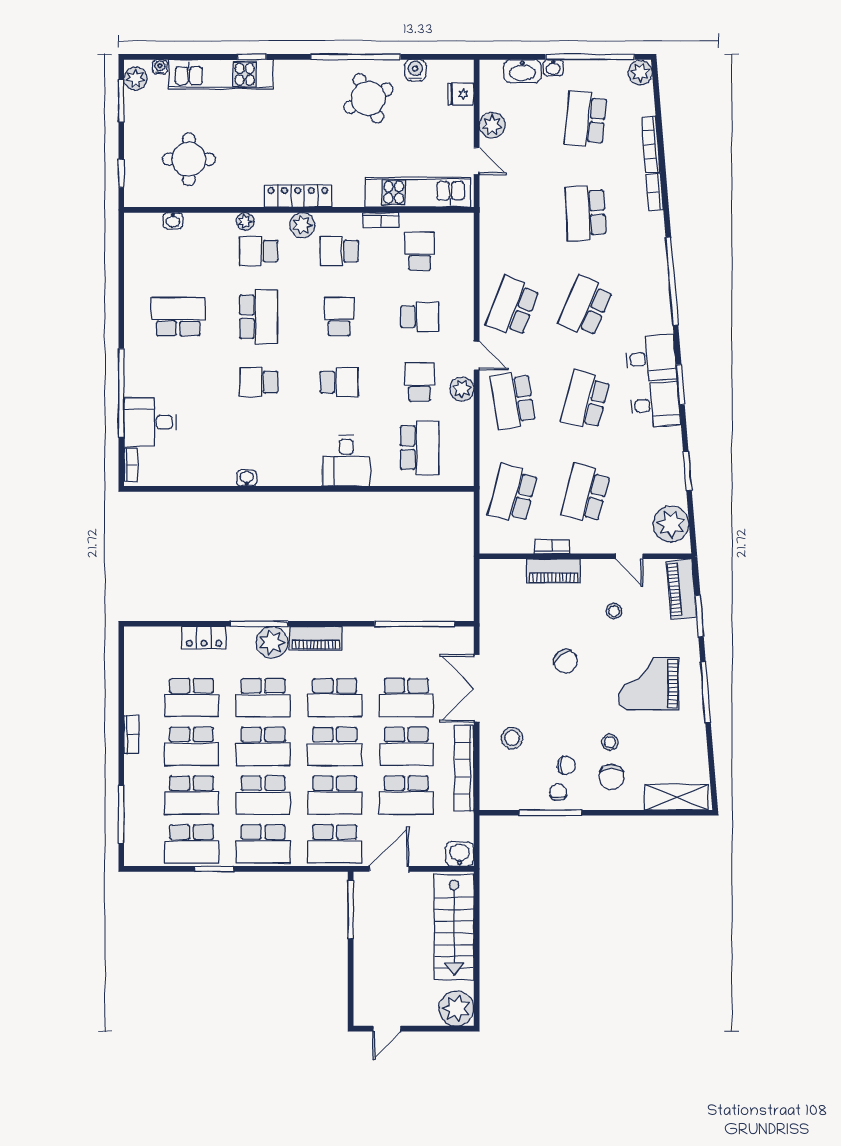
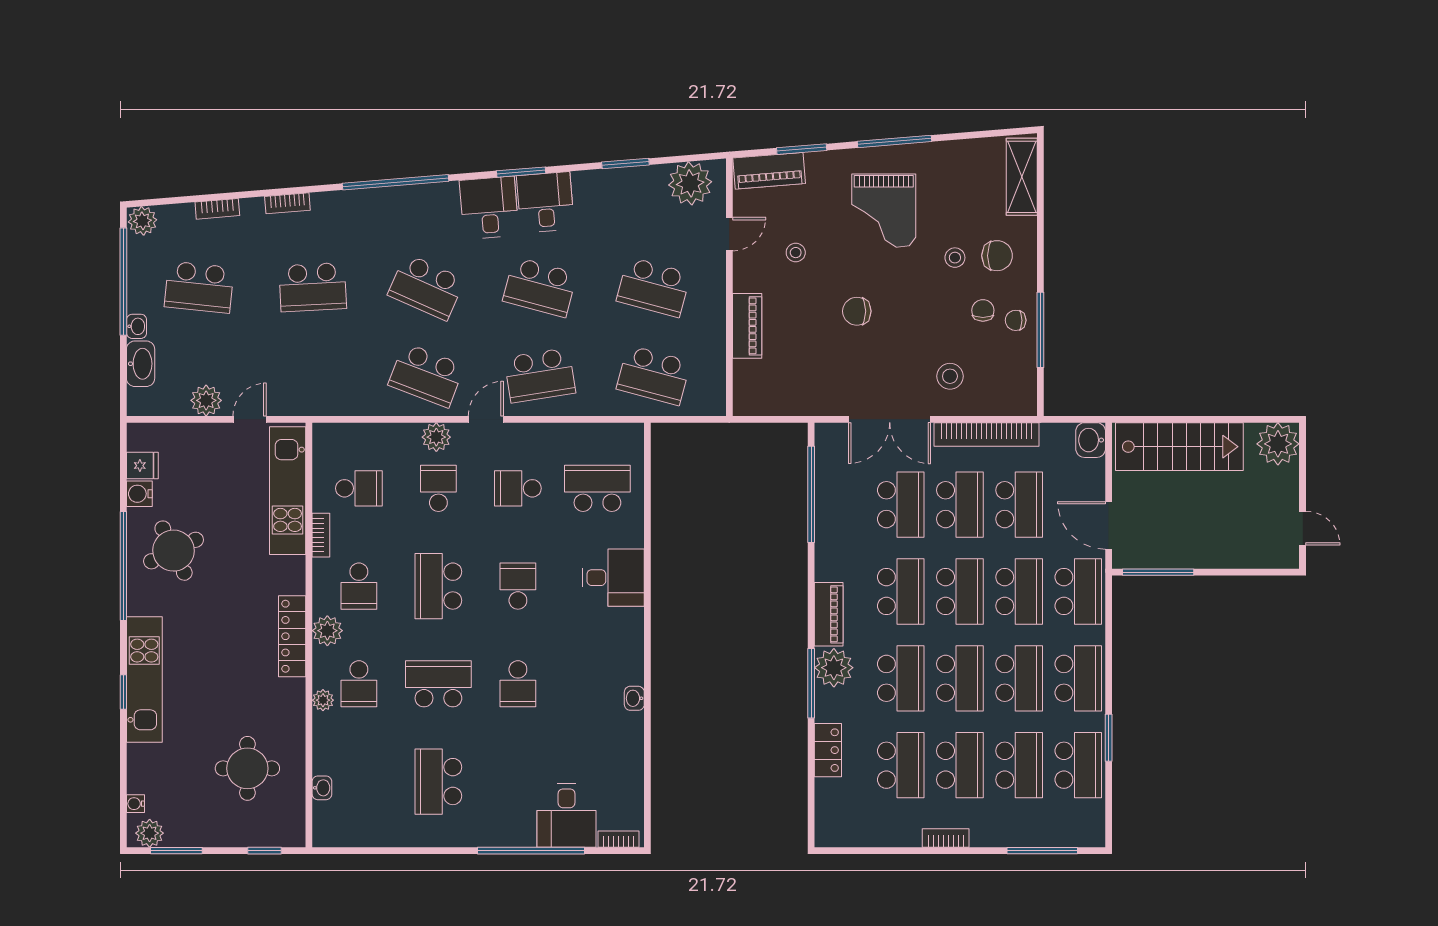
kitchen unit: (221, 74) -> (144, 679), moved
fridge: (461, 94) -> (142, 466), moved, turned -90
bookcase: (651, 144) -> (217, 209), width x0.64
school desk: (420, 251) -> (359, 488), turned 180
school desk: (339, 317) -> (438, 586), width x1.85
plant: (462, 389) -> (436, 437), moved
bookcase: (552, 547) -> (717, 328), removed
chair: (566, 661) -> (857, 311), turned -142

